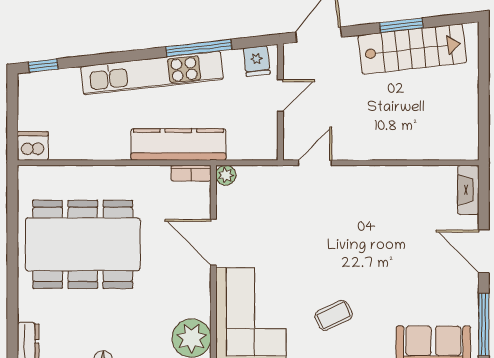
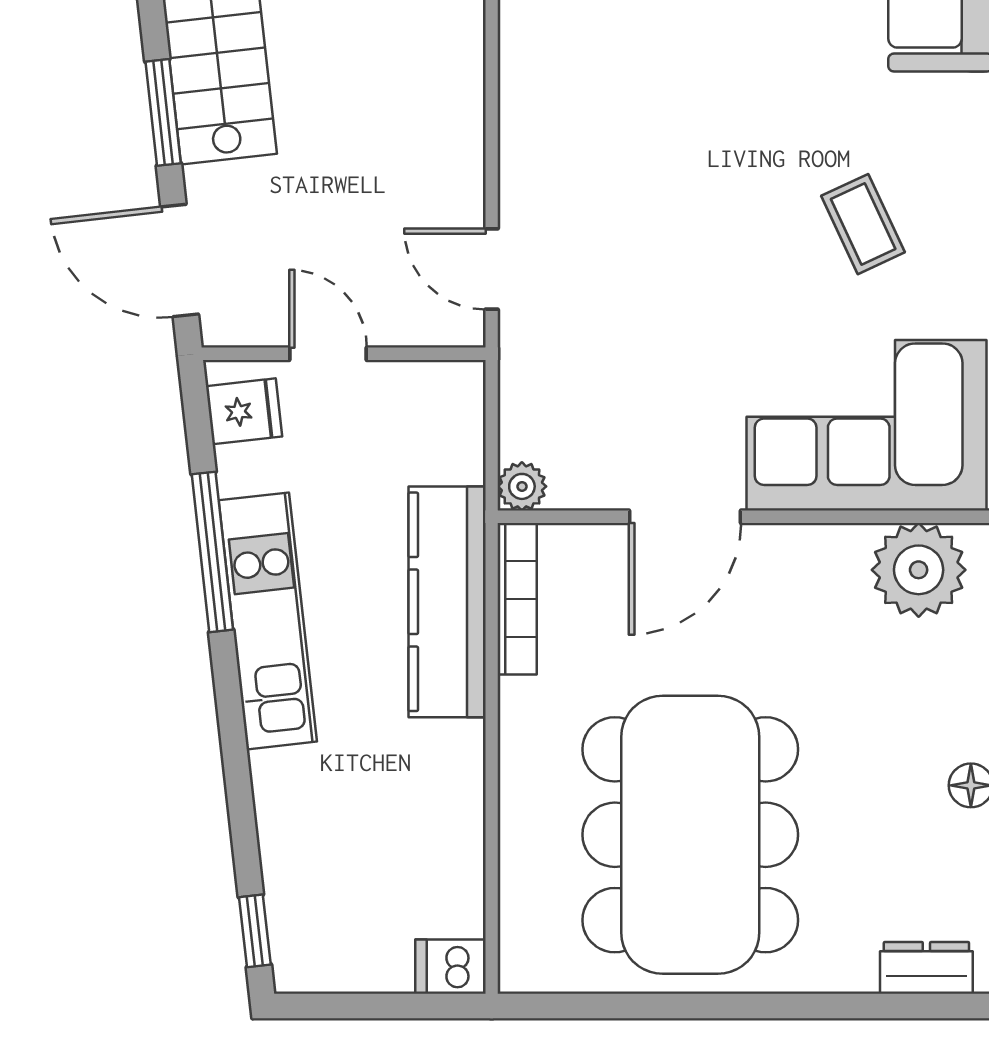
window: (401, 25) -> (163, 112), moved
kitchen unit: (152, 73) -> (268, 621), width x0.73
dishwasher: (33, 146) -> (450, 967), width x0.73
bookcase: (191, 173) -> (517, 599), width x1.56

